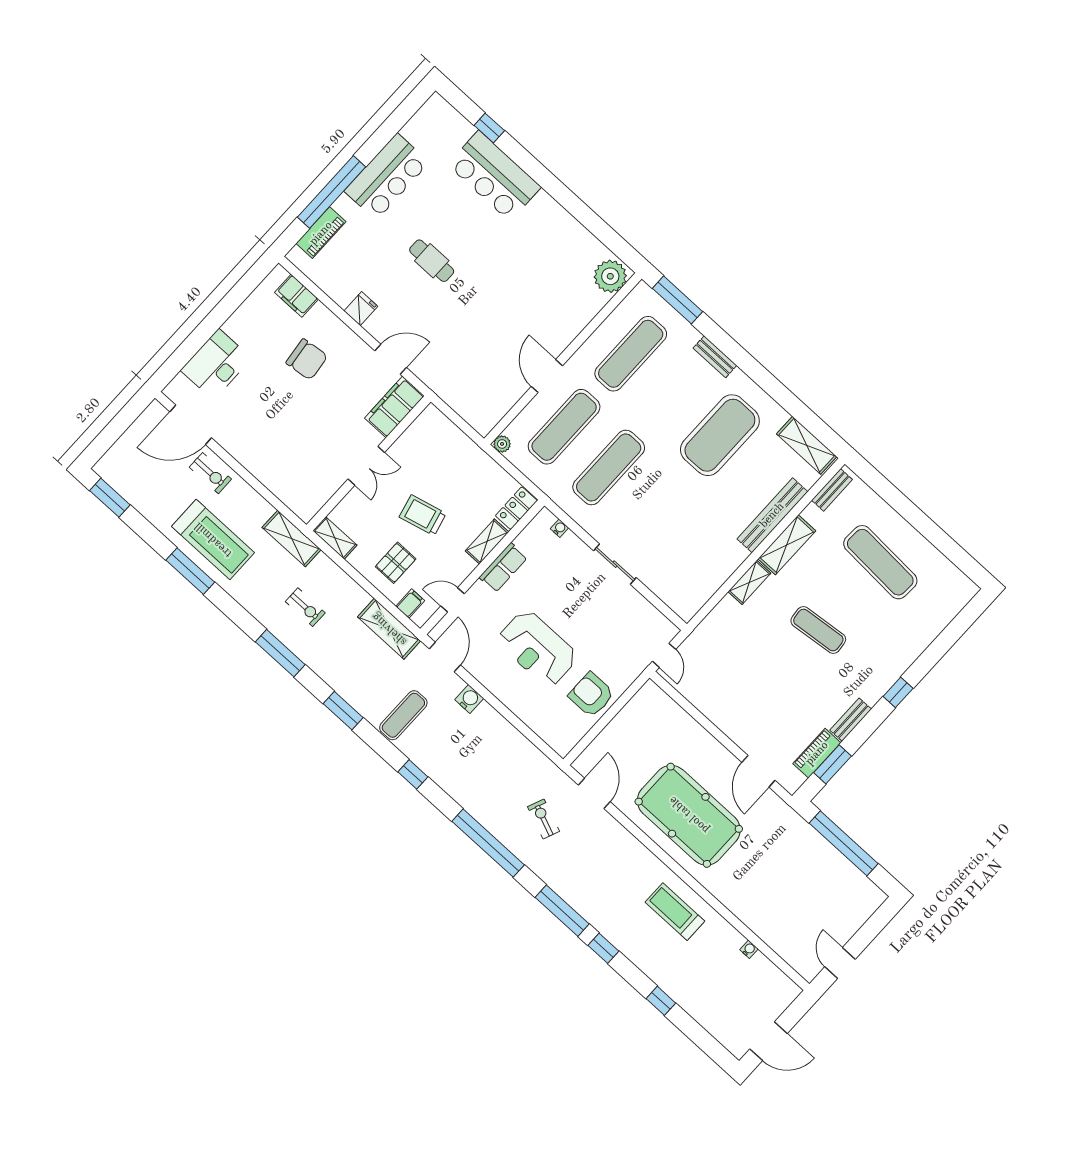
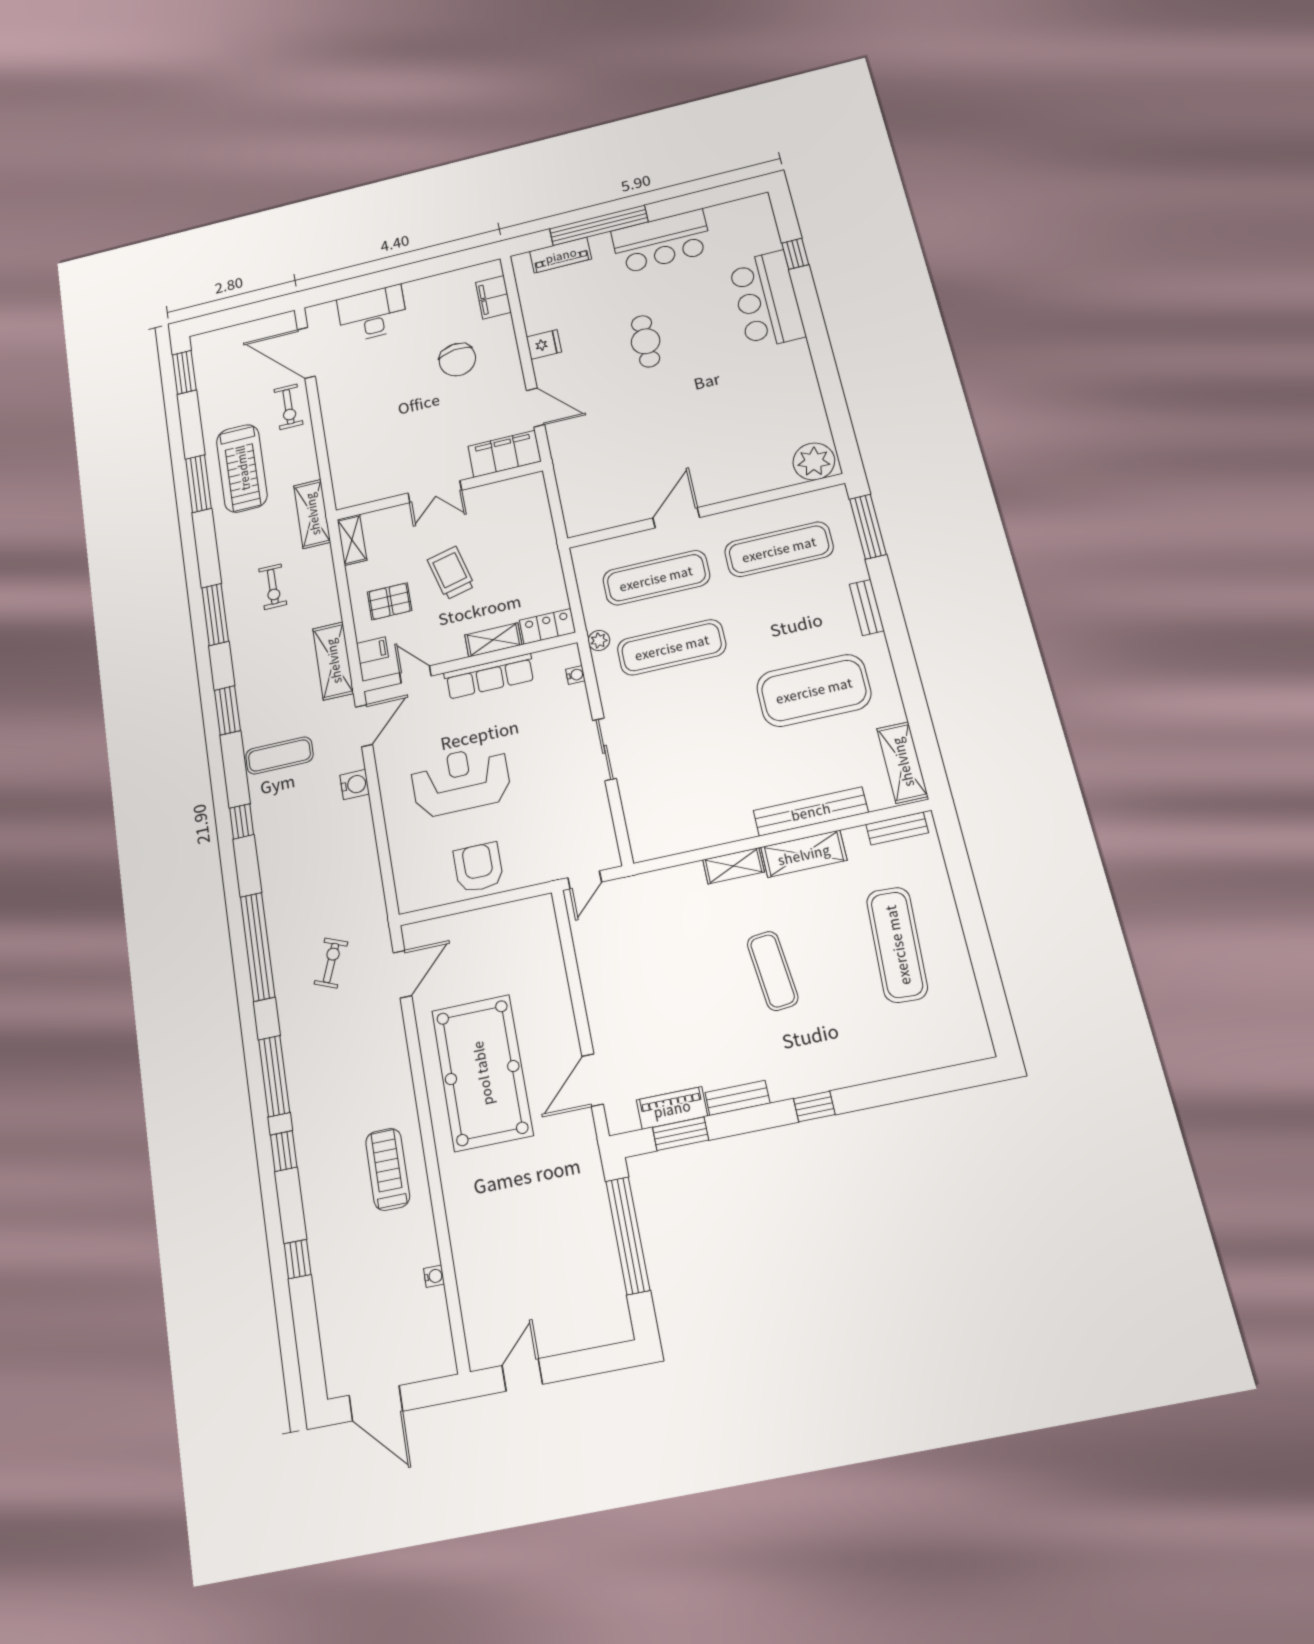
plant: (502, 444) -> (599, 640), moved
row of seats: (503, 568) -> (489, 676), width x1.48
reception desk: (537, 648) -> (461, 781), turned 90

